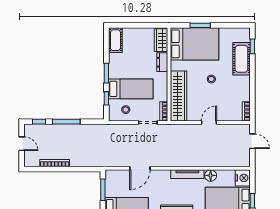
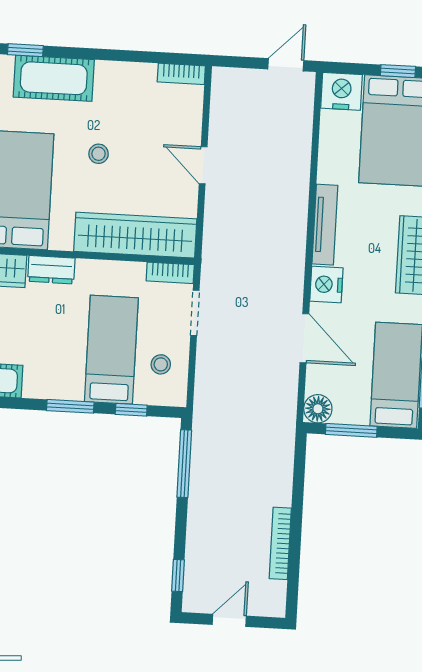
window: (66, 122) -> (184, 464), moved
door: (252, 141) -> (286, 65), moved
floor lamp: (211, 175) -> (318, 409), moved
nightstand: (163, 176) -> (326, 284), added

